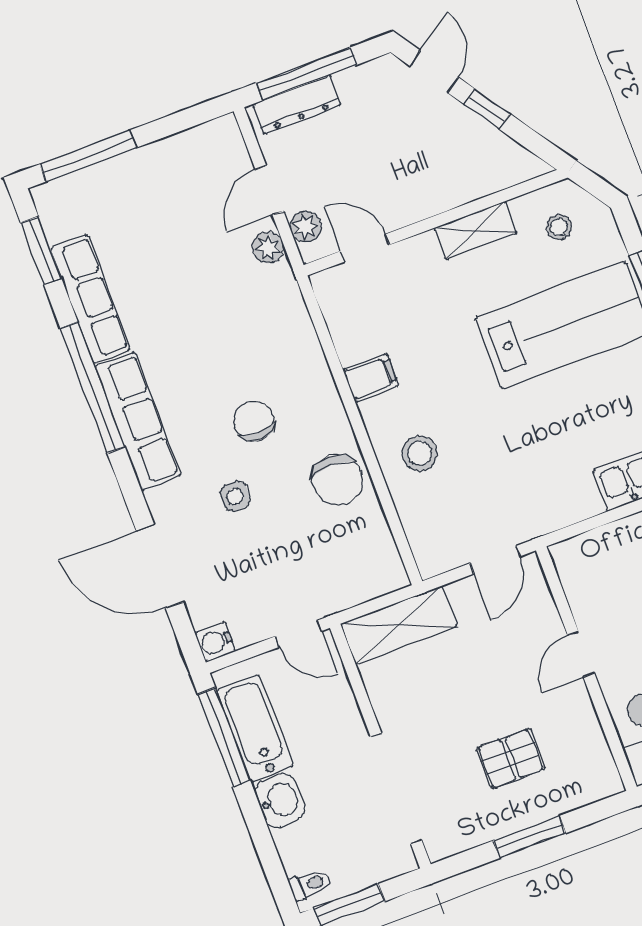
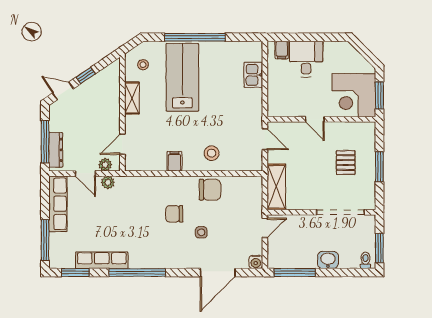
row of seats: (138, 421) -> (58, 204), moved, turned 90
bathtub: (255, 728) -> (296, 259), removed

